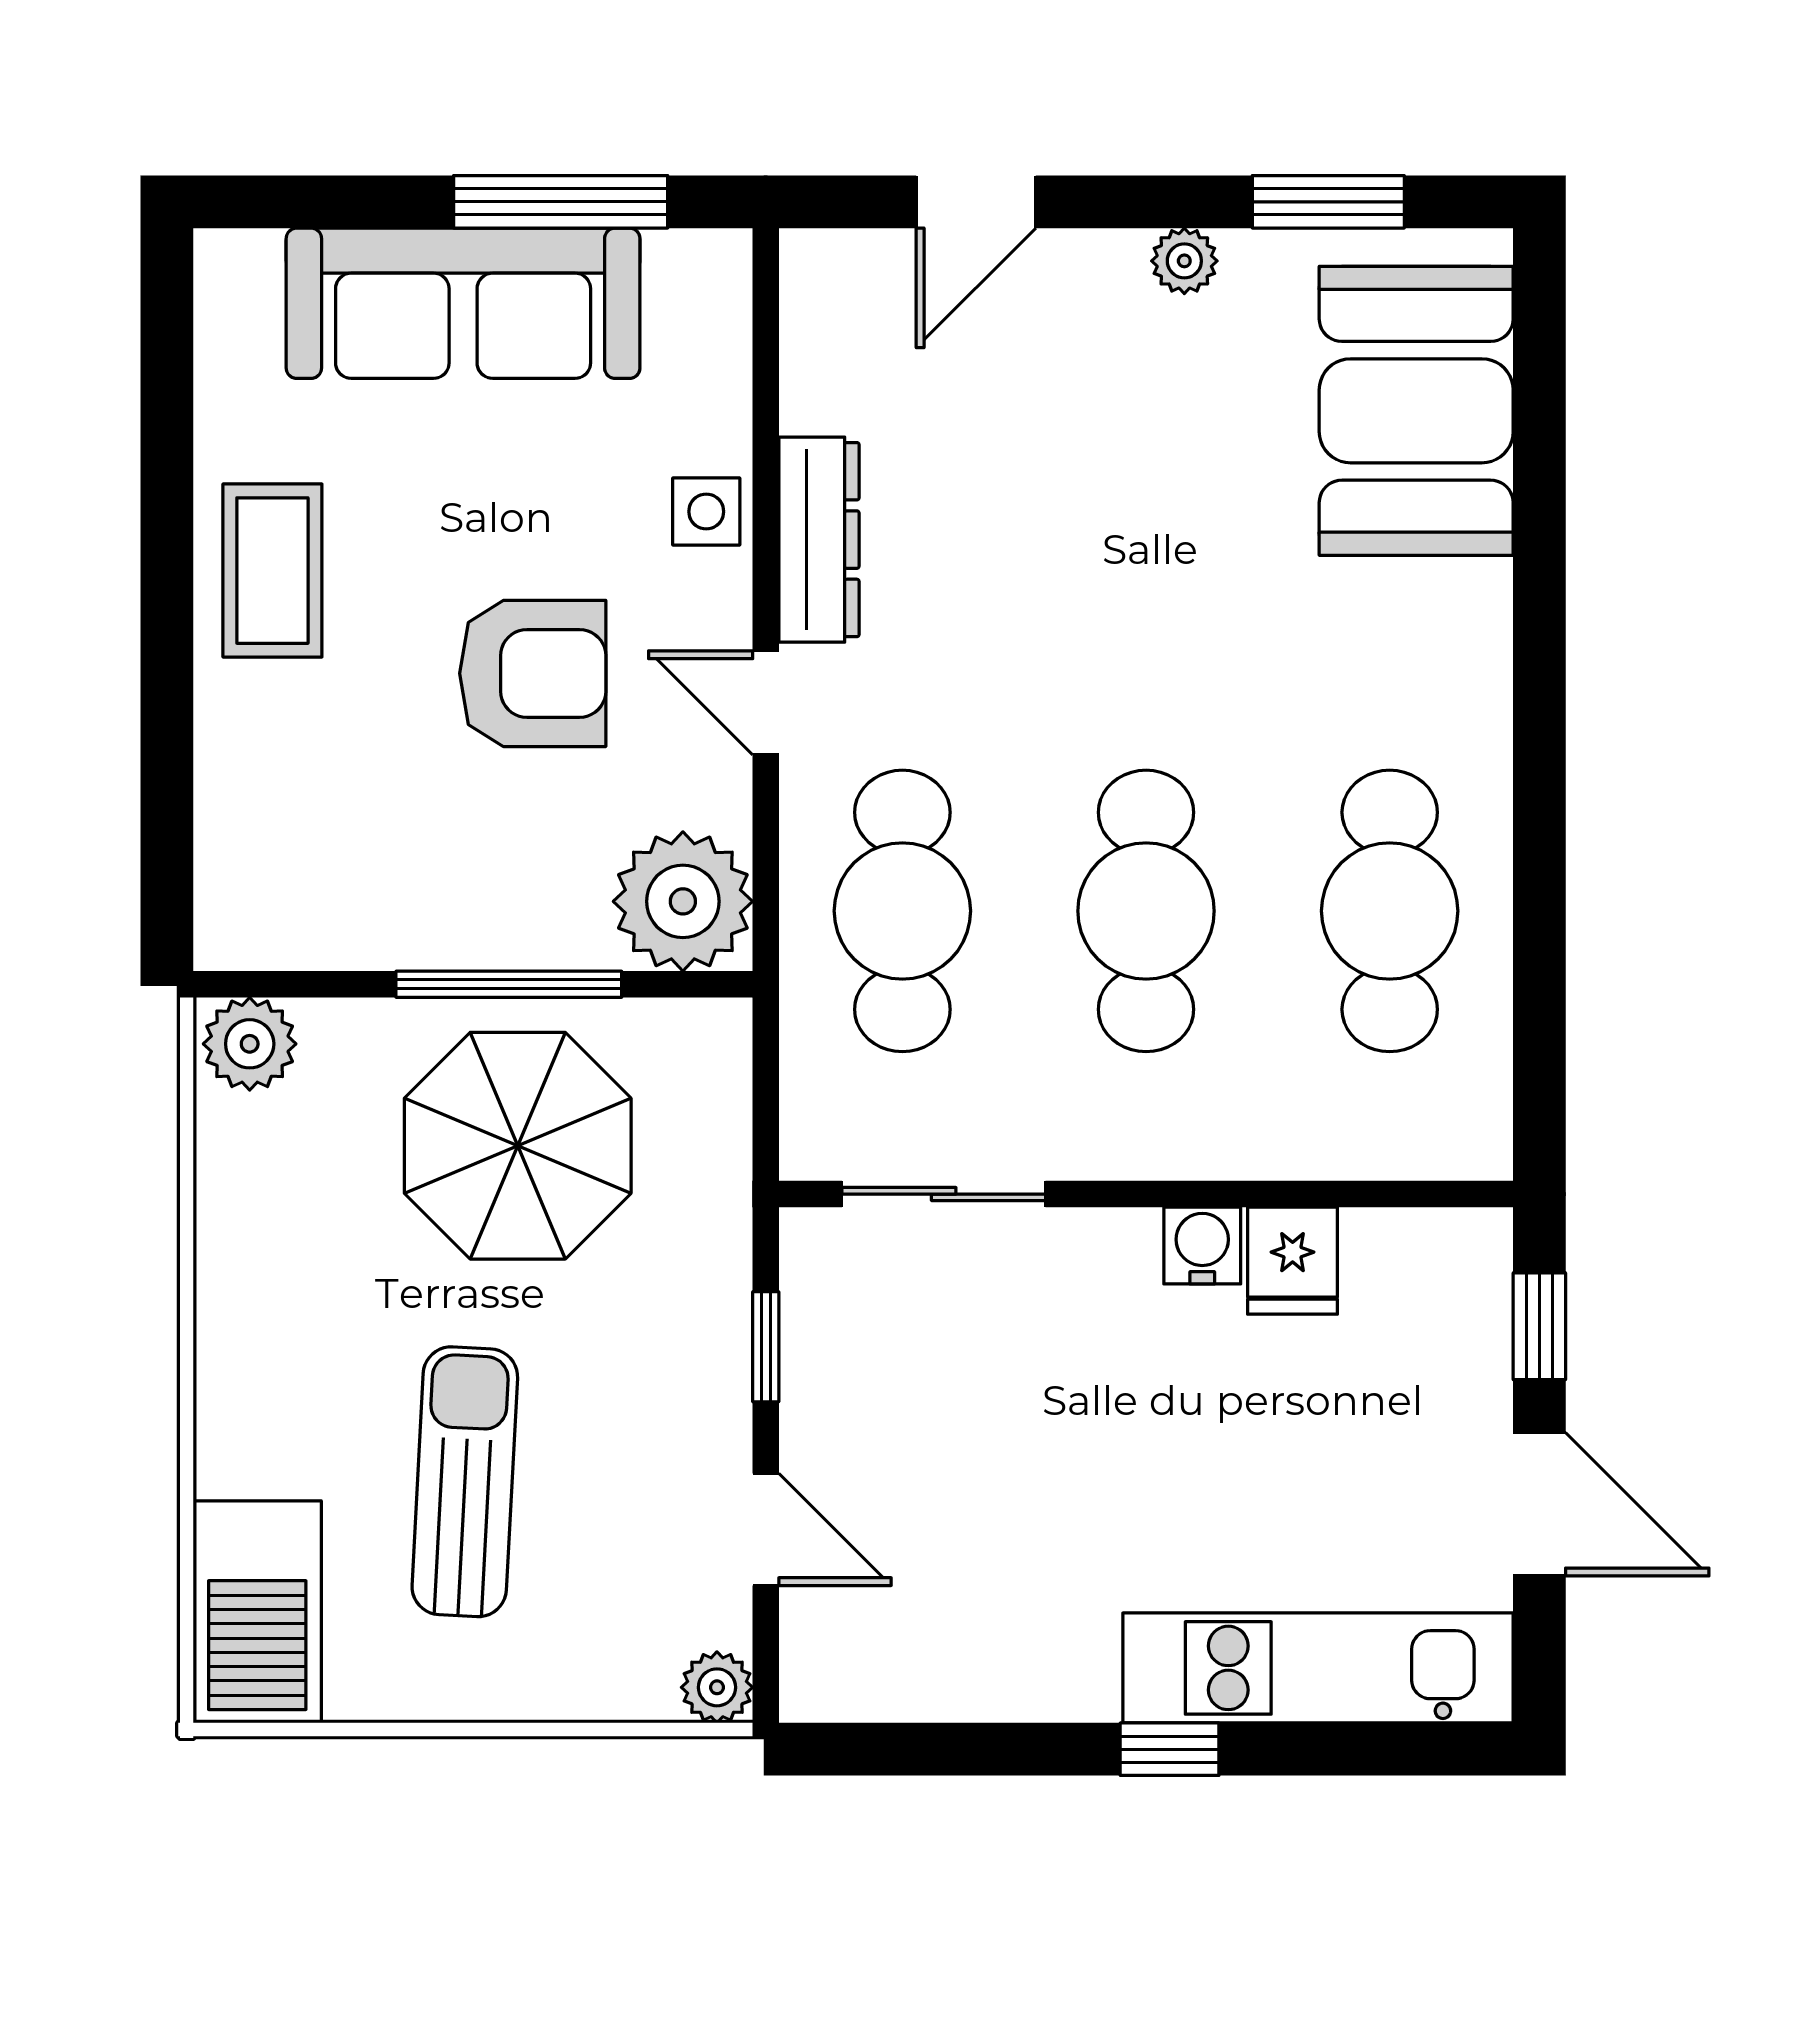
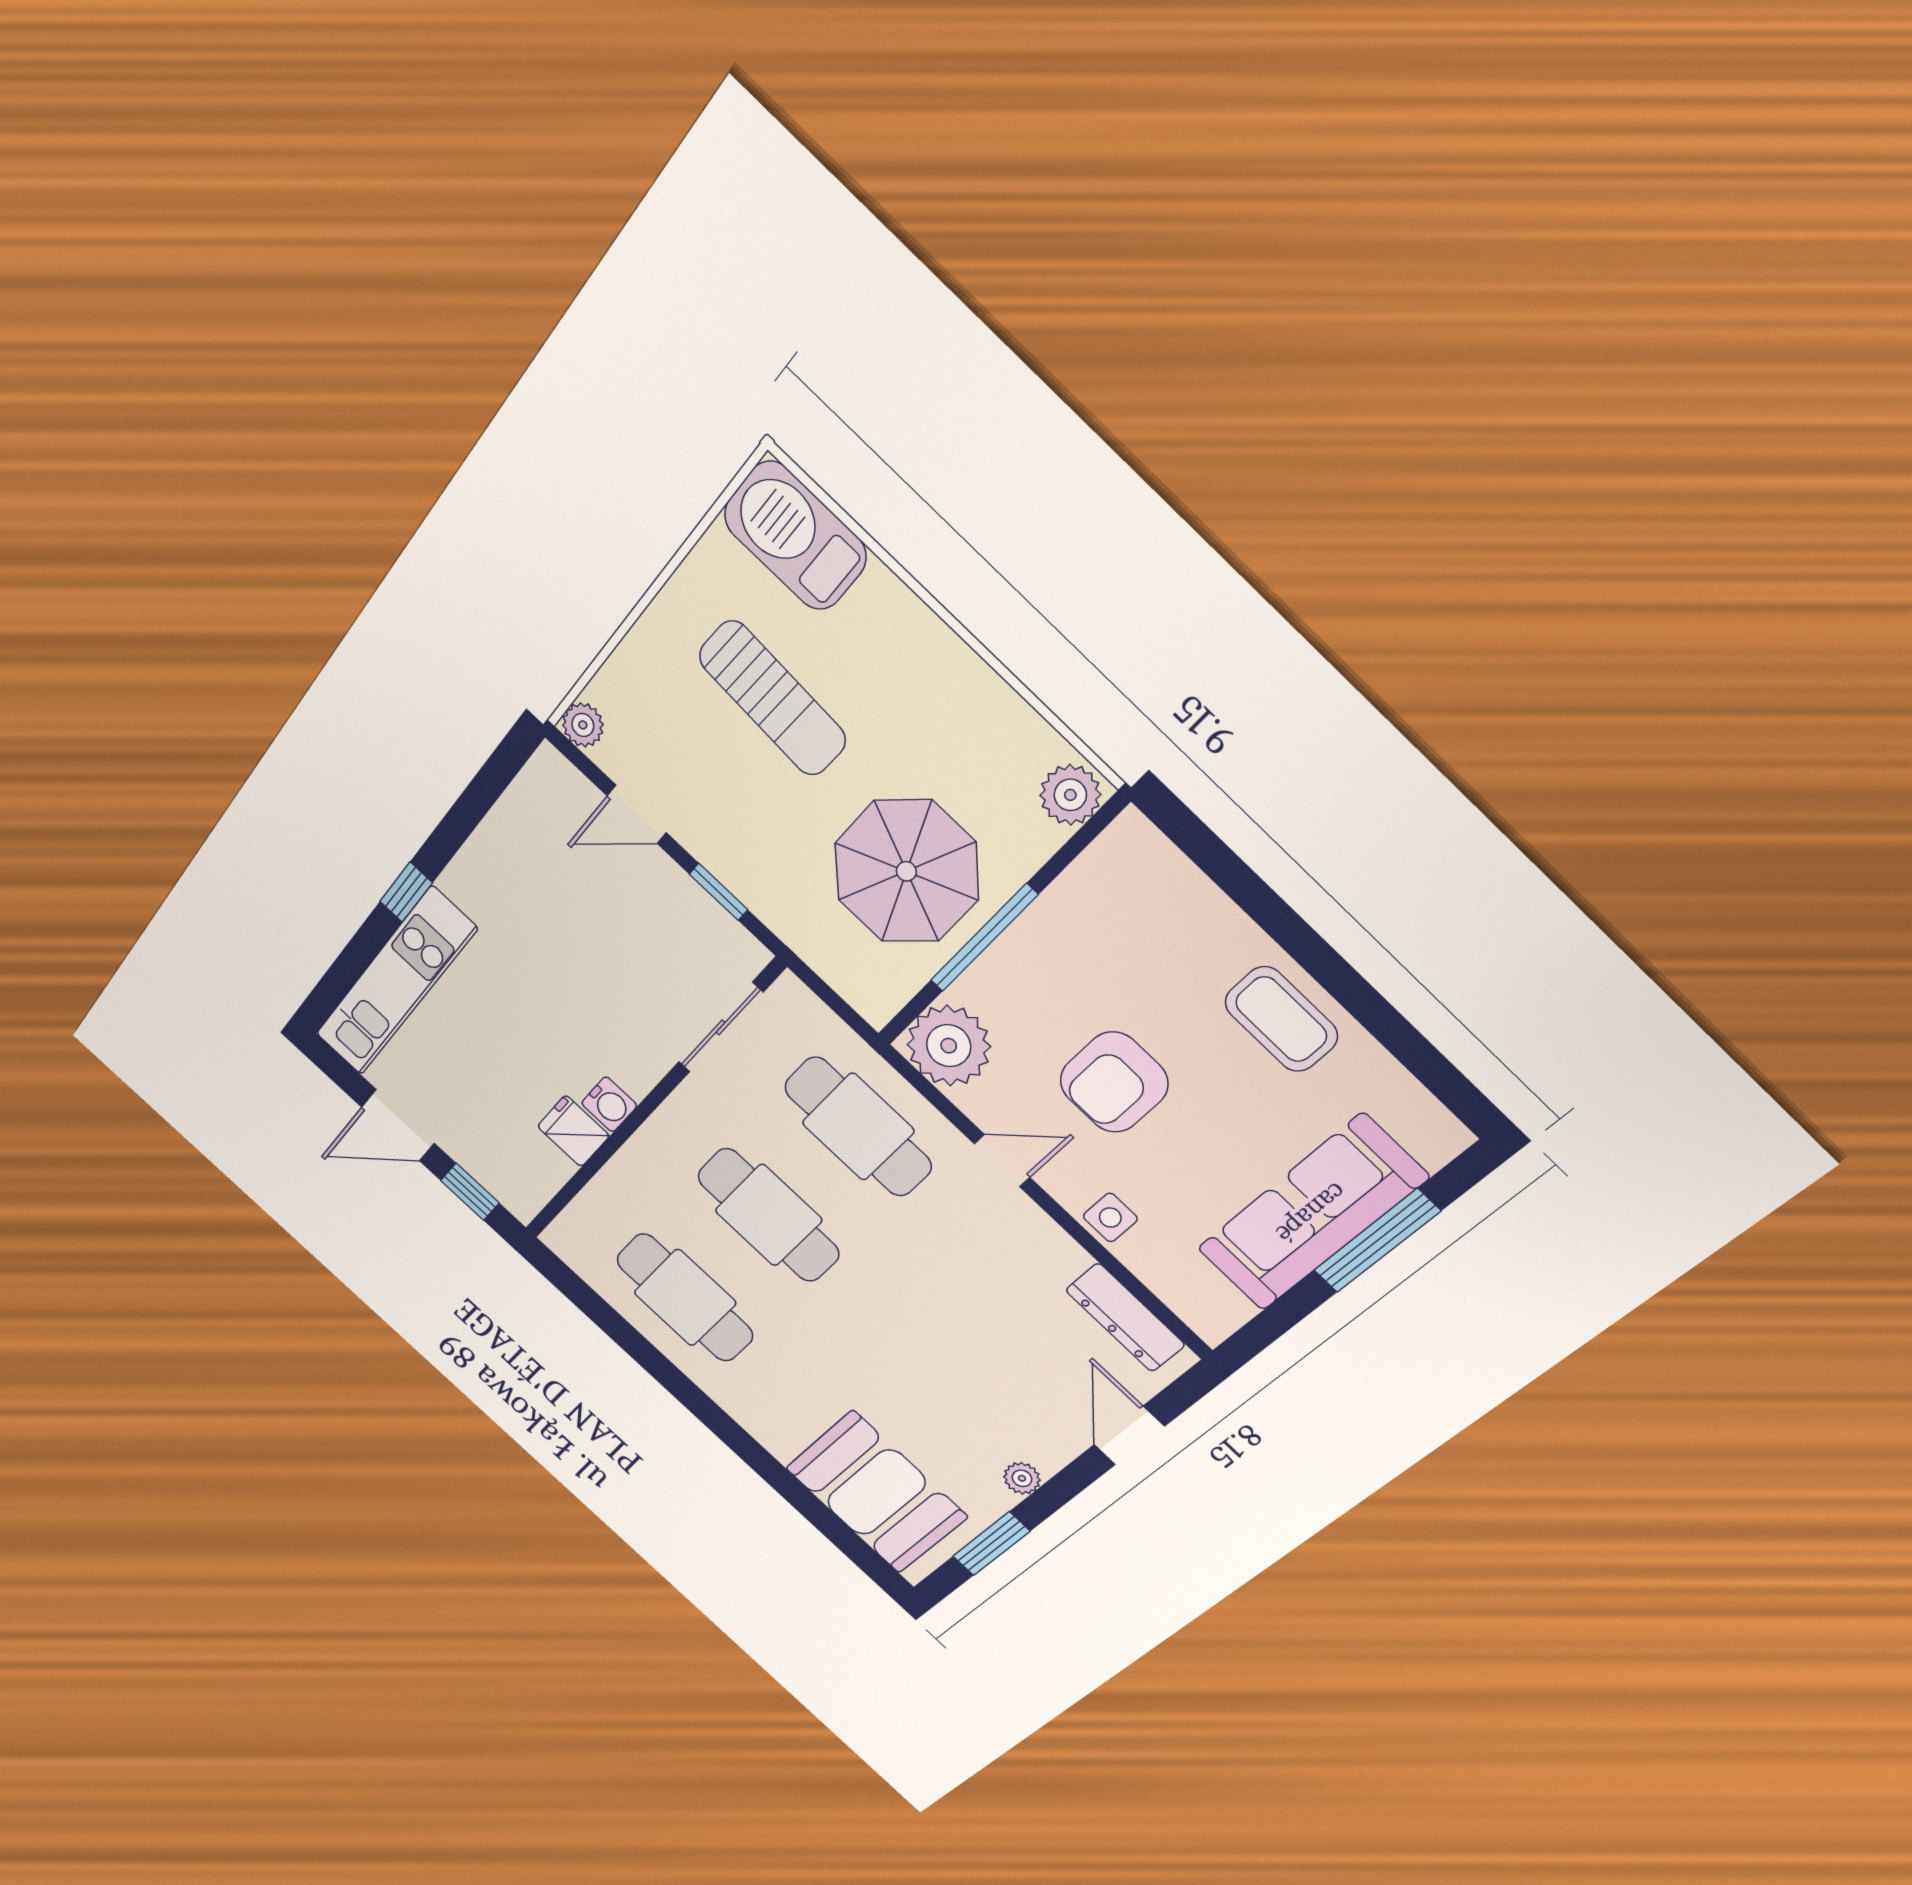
window: (561, 202) -> (1377, 1241), moved
dresser: (819, 540) -> (1125, 1318), moved

